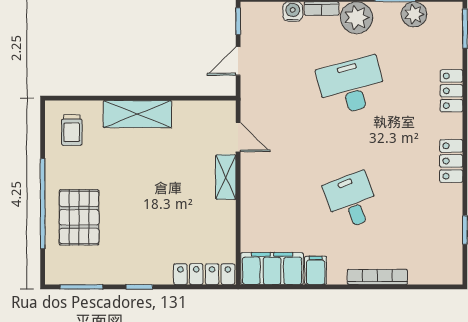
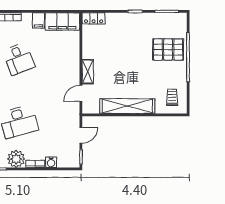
shelving: (137, 114) -> (127, 106), width x1.47
door: (238, 137) -> (81, 93), hinge flipped
pallet: (79, 217) -> (168, 49), turned 90
locker: (204, 274) -> (94, 18), width x0.66

